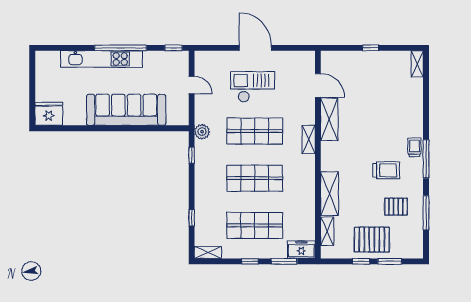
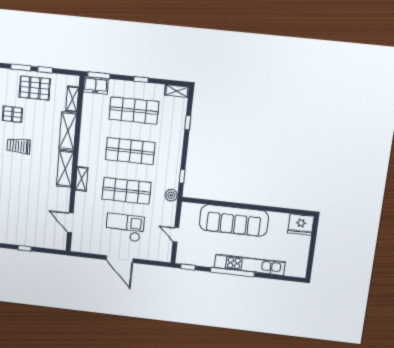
checkout: (253, 87) -> (125, 228), turned 180
shelving: (329, 119) -> (65, 169), moved
window: (284, 261) -> (99, 75), moved

